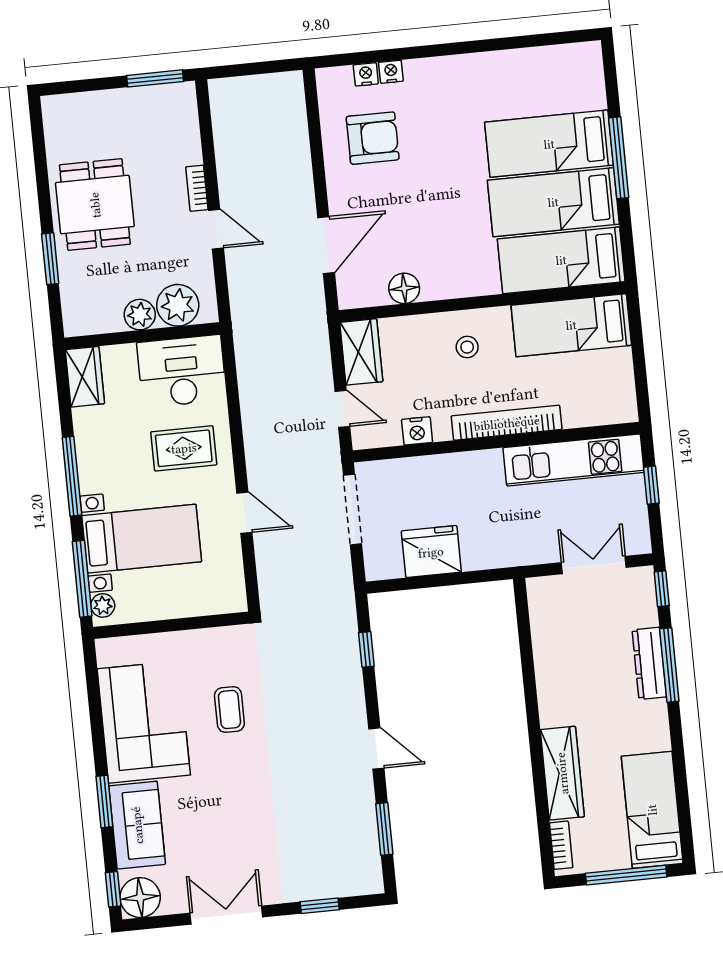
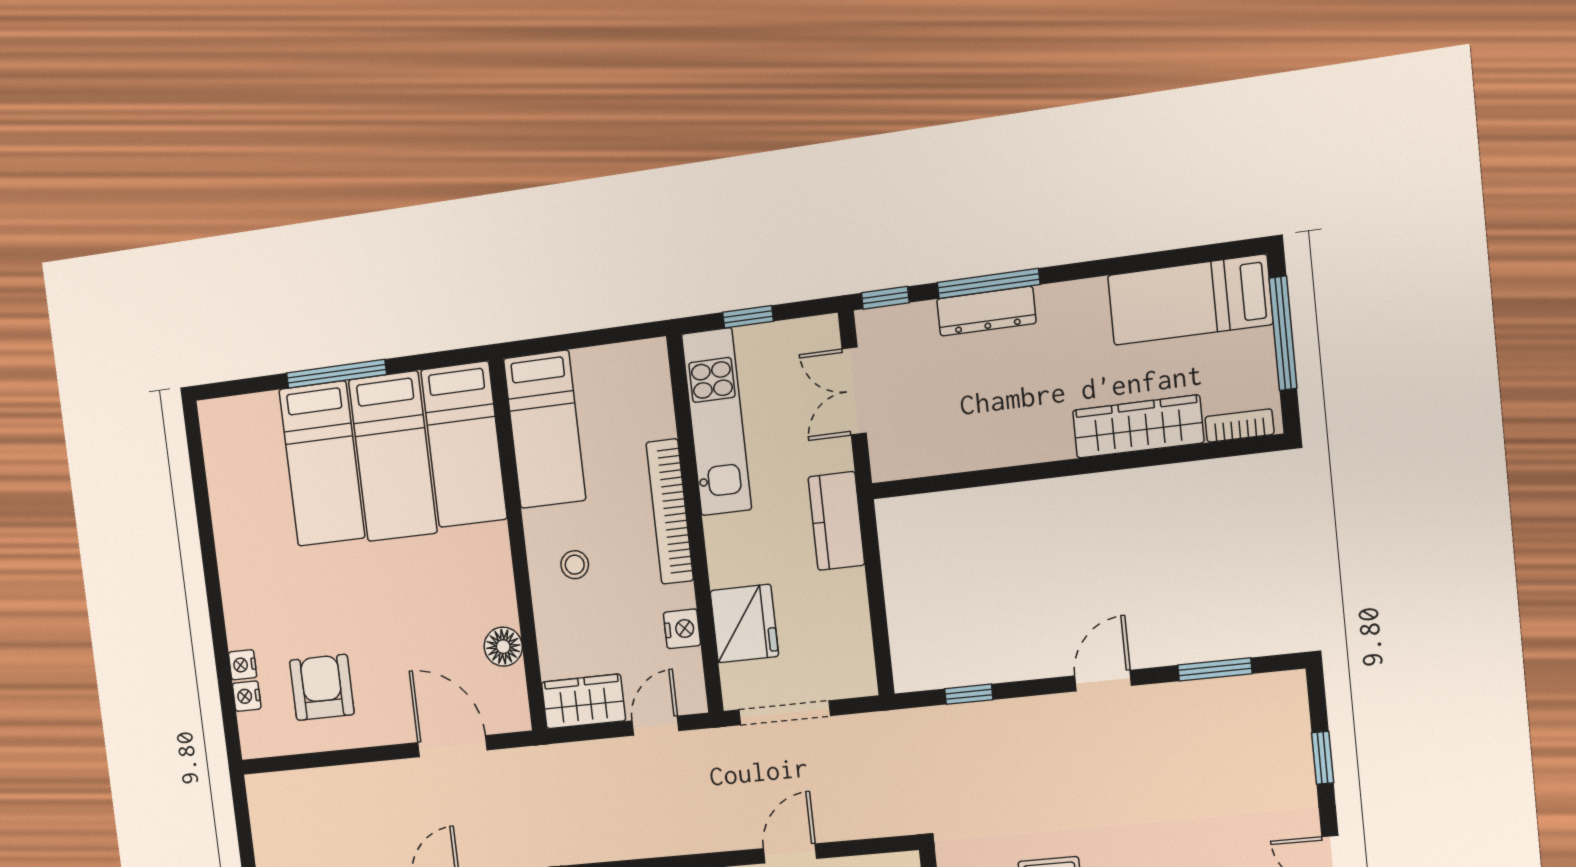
kitchen counter: (497, 551) -> (836, 521), added
fridge: (431, 552) -> (744, 623), moved, turned 180

